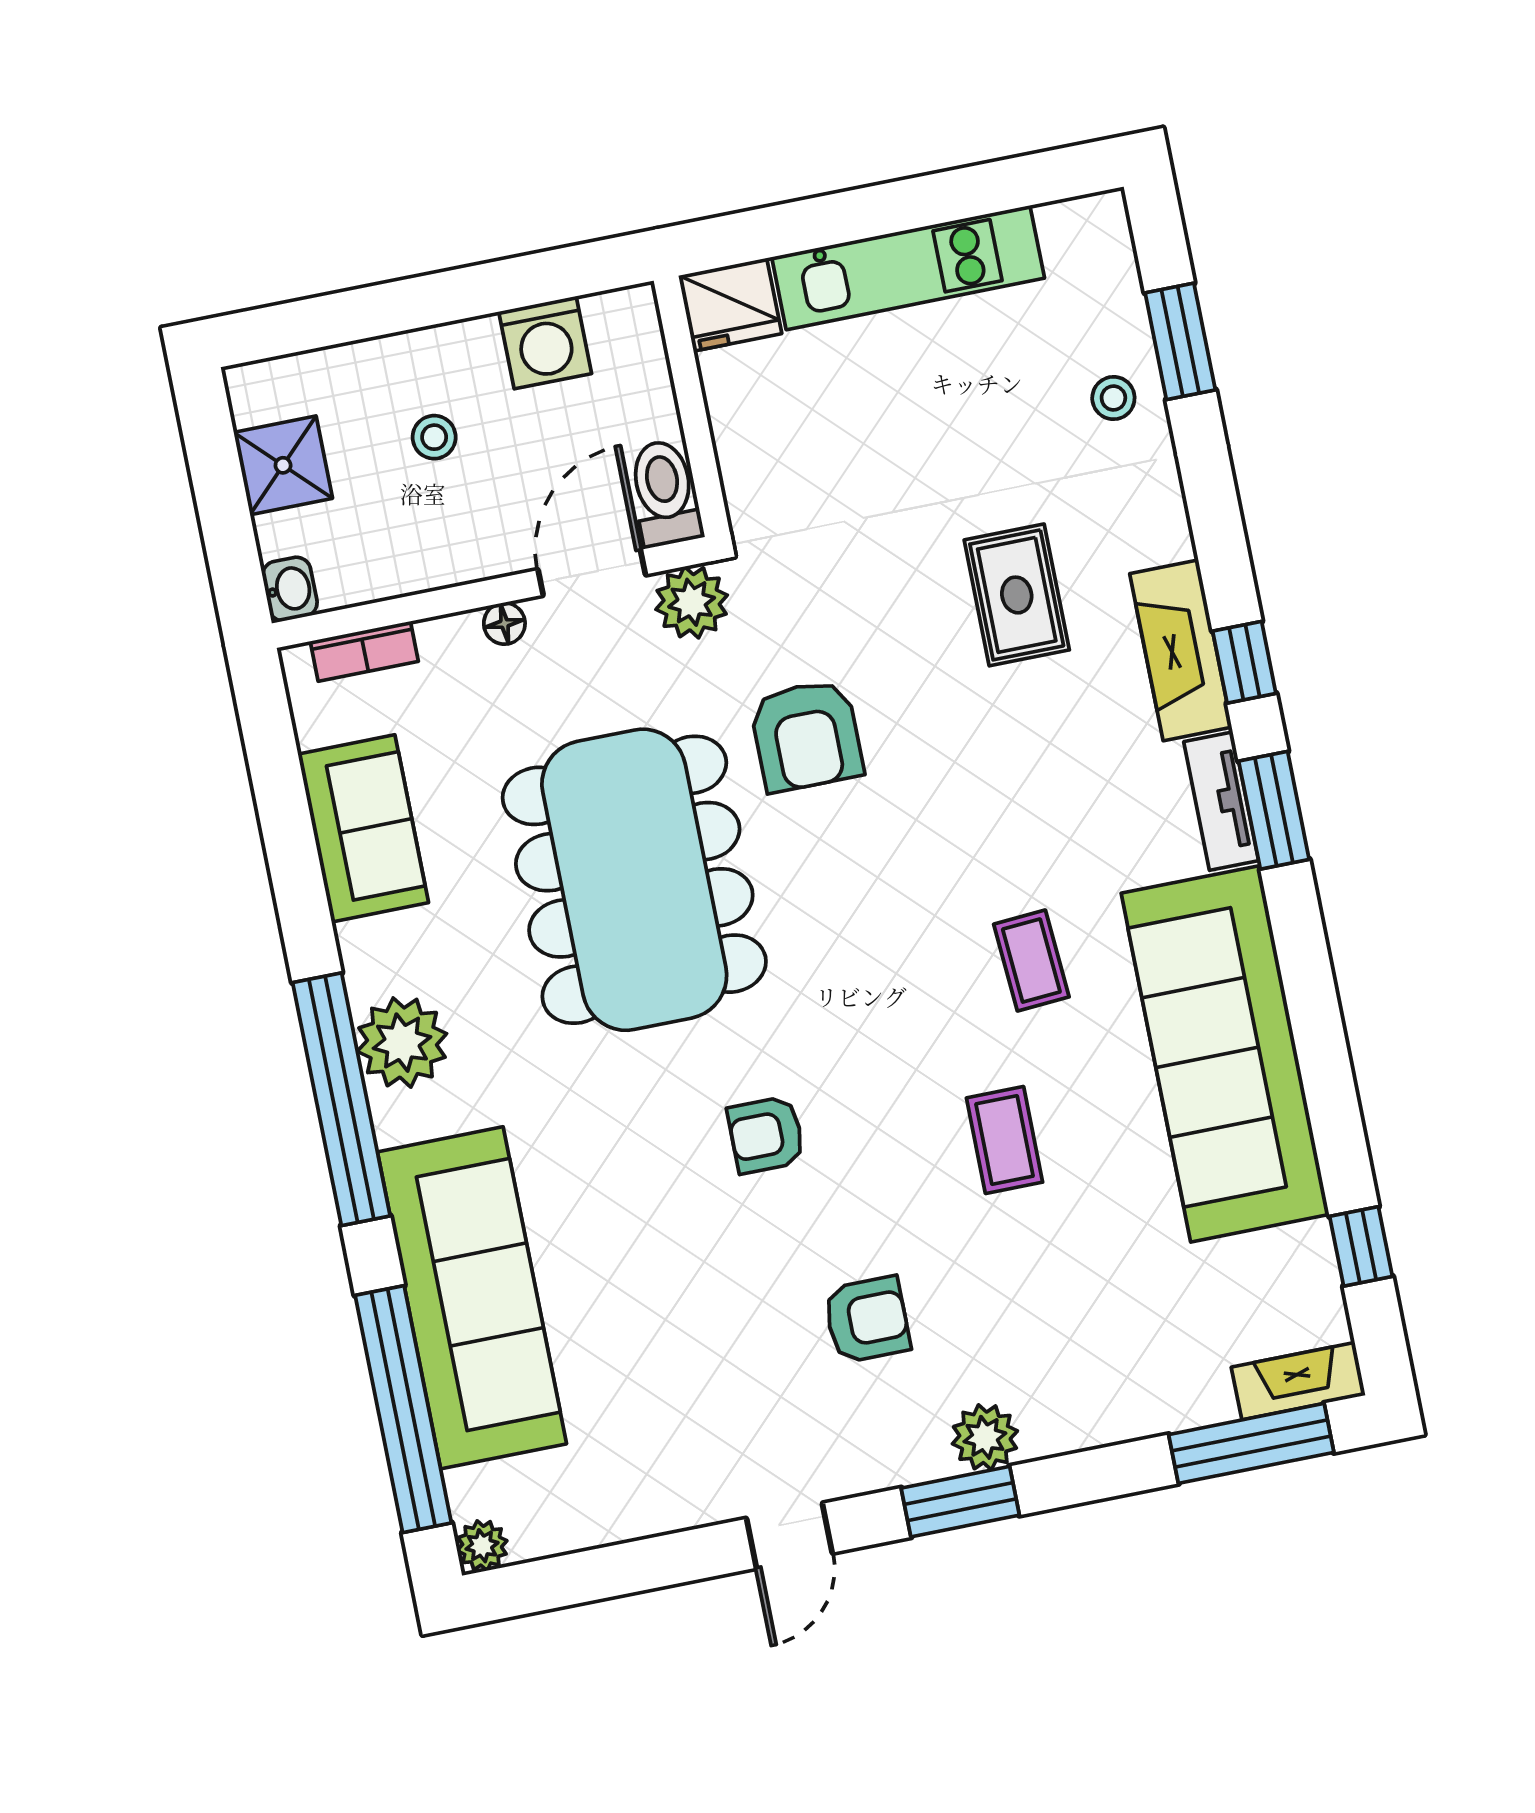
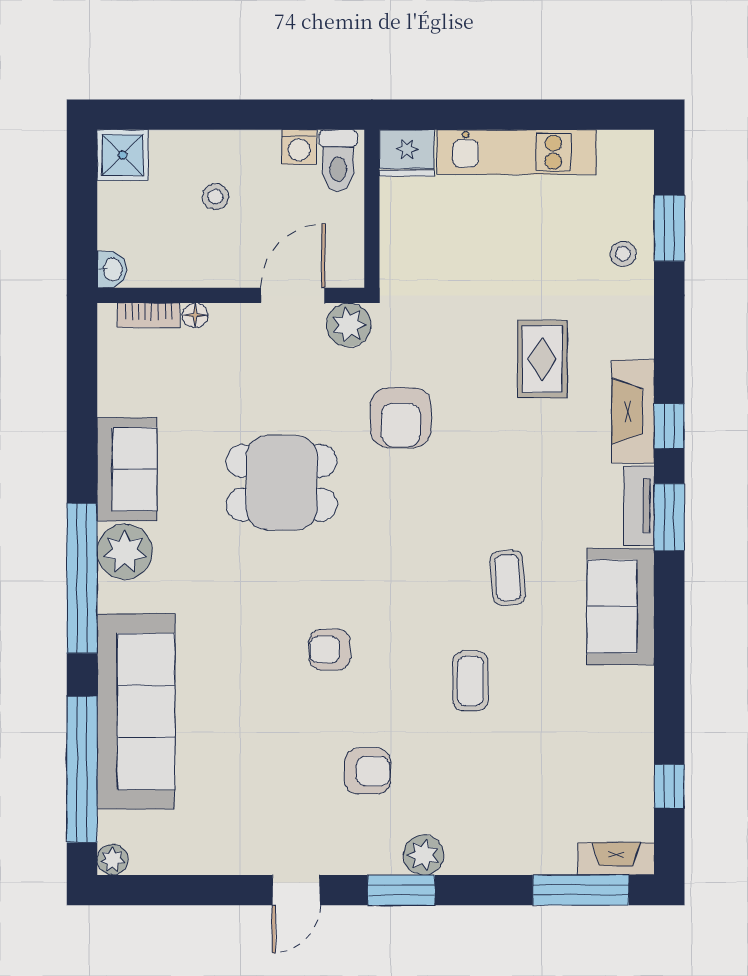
washing machine: (545, 343) -> (299, 147), width x0.73, depth x0.73
shower: (283, 465) -> (123, 155), moved
toilet: (665, 493) -> (338, 160), moved, turned 180
floor lamp: (504, 624) -> (195, 315), moved
sofa: (363, 828) -> (127, 469), moved
dining table: (634, 880) -> (282, 483), width x0.53, depth x0.80
sofa: (1225, 1054) -> (621, 607), width x0.54, depth x0.79

